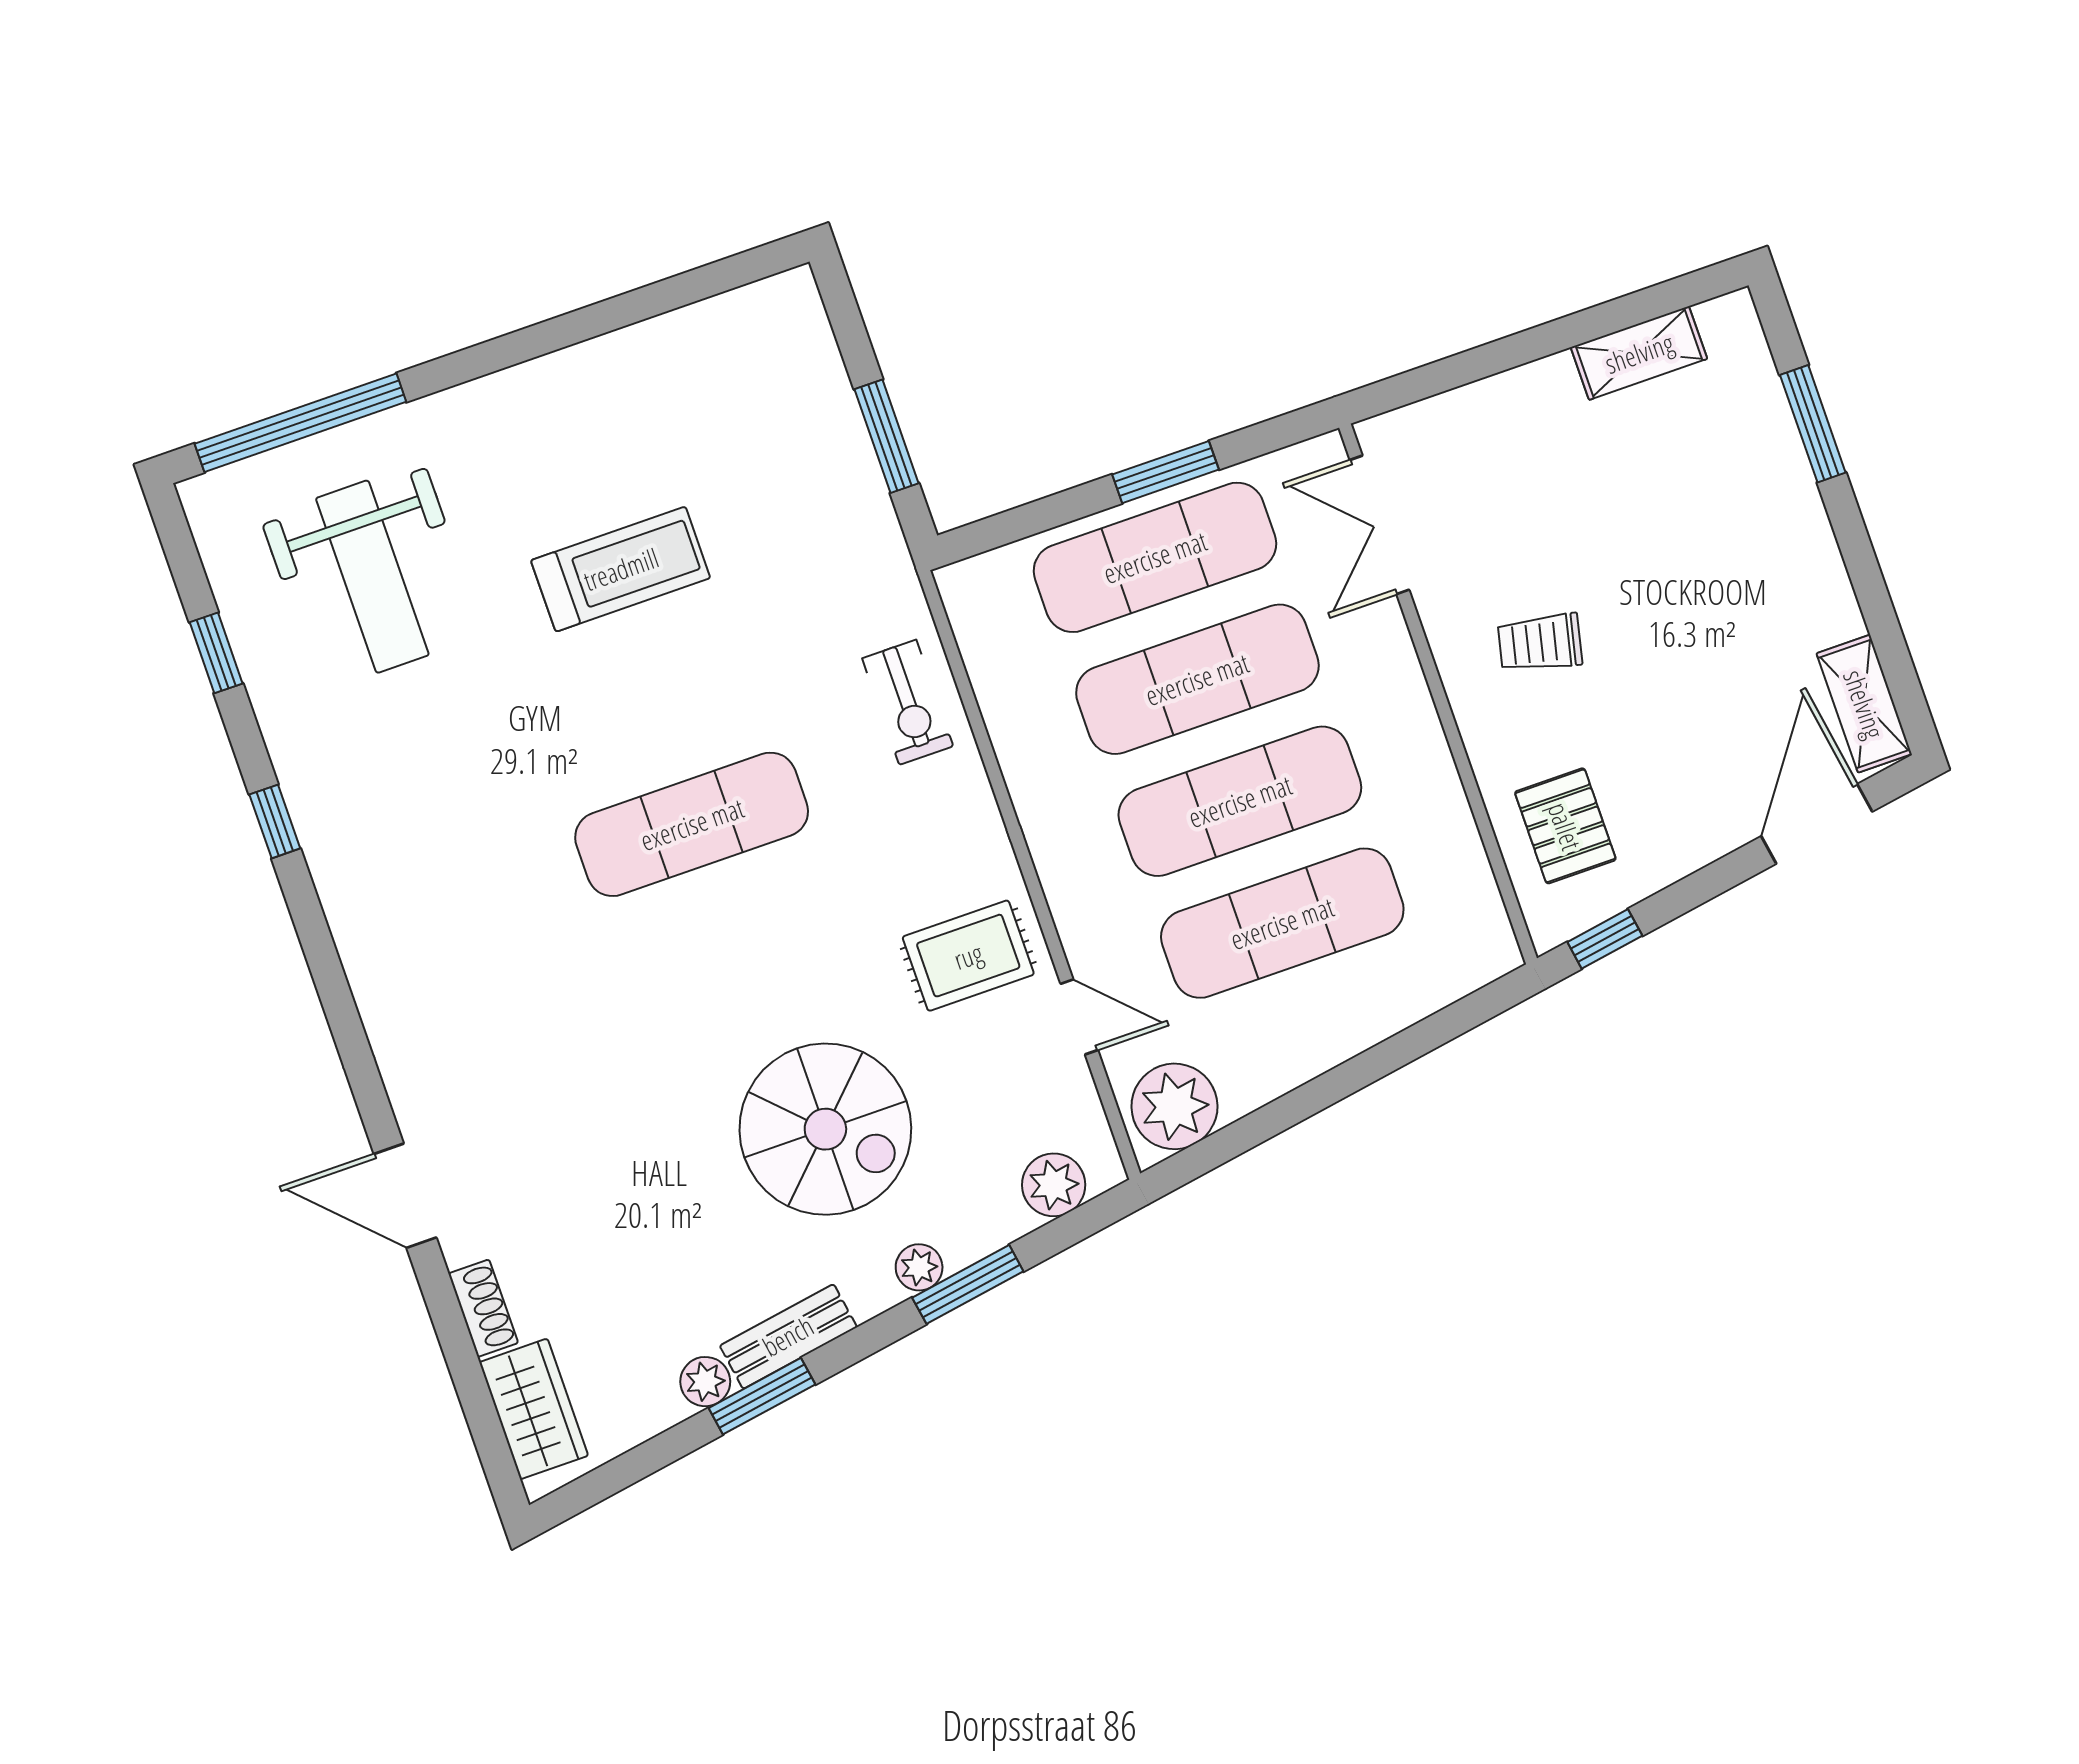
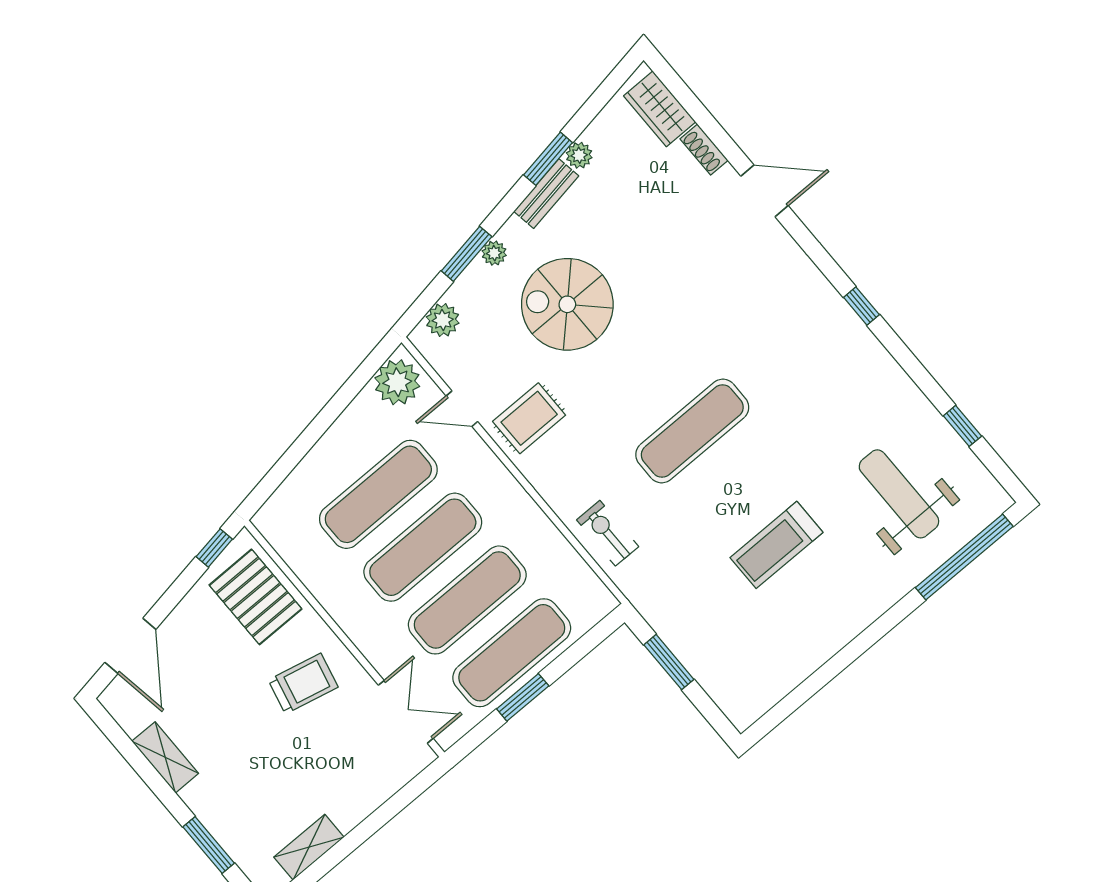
trolley: (1540, 643) -> (303, 684), width x1.36, depth x1.39
shelving: (1864, 704) -> (165, 757), moved
window: (275, 821) -> (861, 306), moved
pallet: (1565, 826) -> (256, 597), width x1.50, depth x1.42

